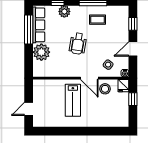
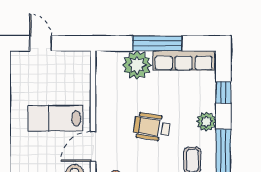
plant: (64, 11) -> (206, 122), moved
window: (29, 30) -> (157, 43), moved

